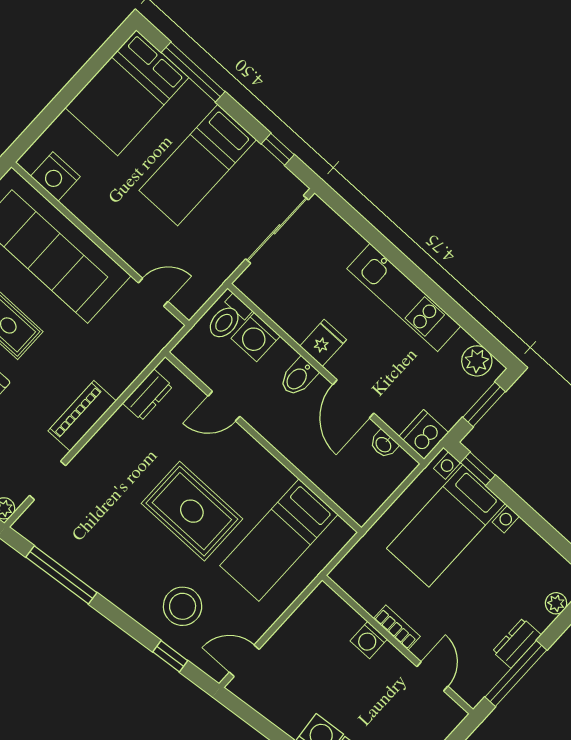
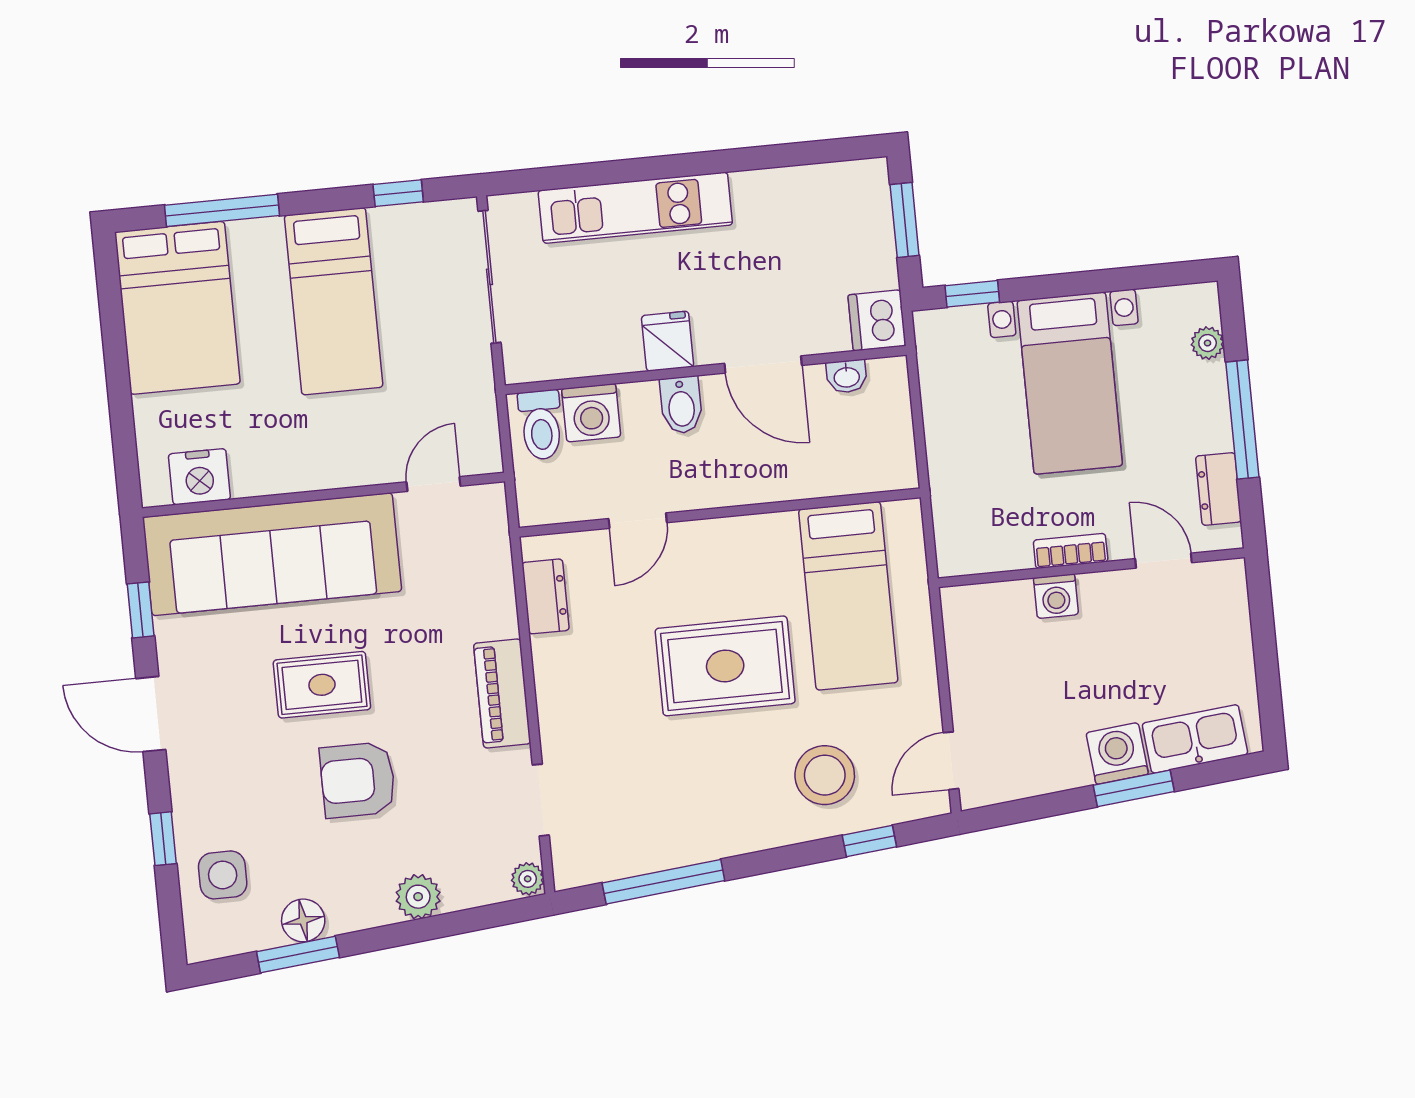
kitchen unit: (404, 297) -> (635, 208), moved
plant: (477, 361) -> (847, 183), removed
bed with nightstands: (446, 526) -> (1070, 383), moved
dresser: (517, 643) -> (1219, 489), moved
window: (516, 673) -> (1242, 420), moved

